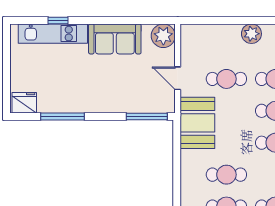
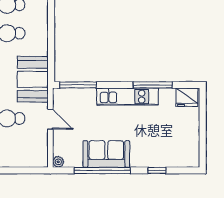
window: (119, 20) -> (102, 170), added
kitchen unit: (53, 34) -> (128, 97), moved, turned 180
plant: (163, 36) -> (58, 162), width x0.53, depth x0.53

